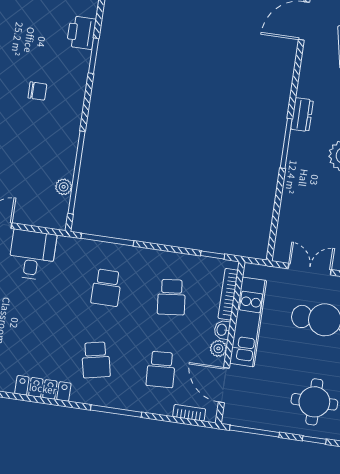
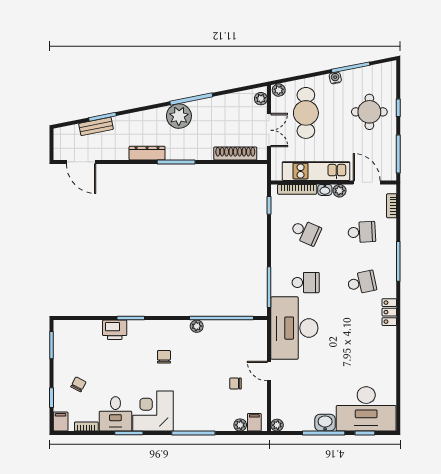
dresser: (302, 115) -> (147, 153), width x1.44
plant: (64, 187) -> (197, 326), moved
shoe rack: (286, 221) -> (235, 153), added
desk: (32, 255) -> (294, 328), width x1.87, depth x1.30
double door: (310, 269) -> (269, 130), swing flipped
school desk: (171, 297) -> (306, 232), turned 30
door: (224, 385) -> (367, 182), swing flipped
locker: (43, 388) -> (389, 312), width x0.66

